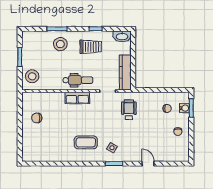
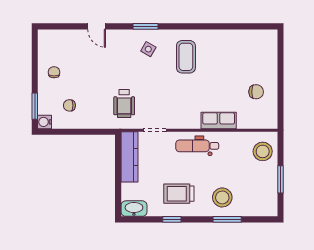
row of seats: (77, 98) -> (219, 120), moved
water cooler: (184, 108) -> (45, 122), moved
coffee table: (86, 142) -> (186, 57), turned 90

